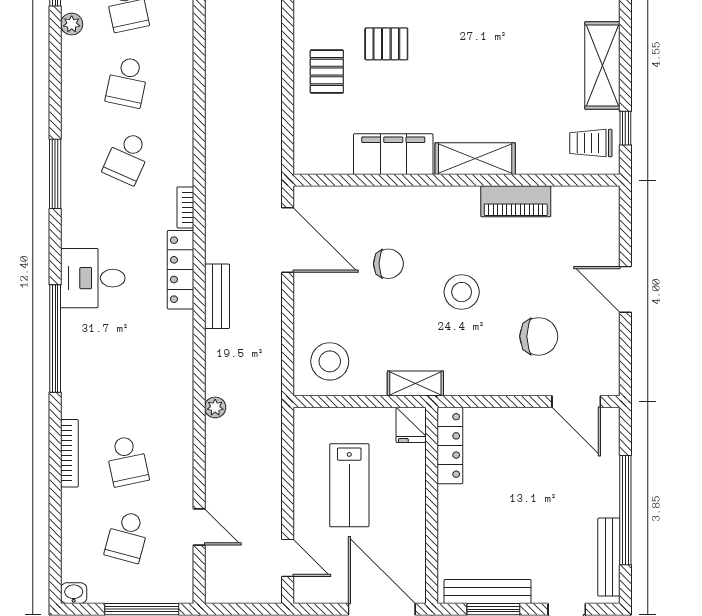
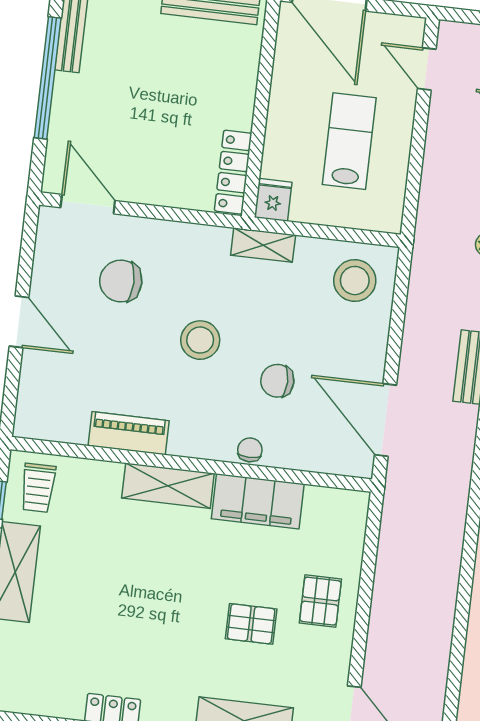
trolley: (591, 143) -> (38, 488), turned 90
chair: (406, 199) -> (250, 450), added

